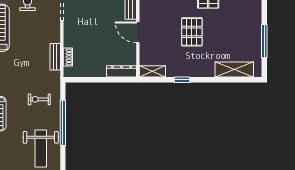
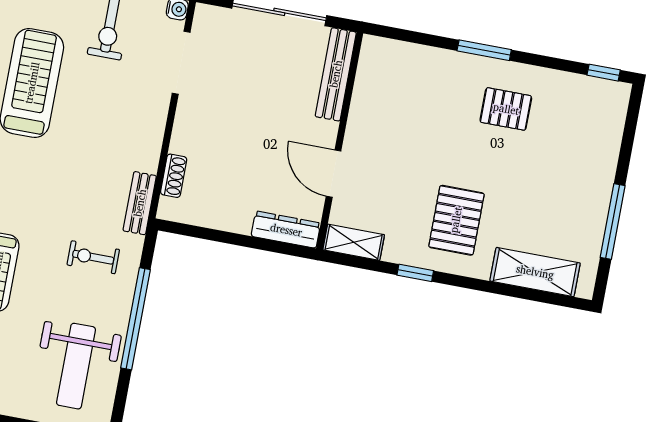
door: (138, 32) -> (334, 174), moved
pallet: (192, 32) -> (456, 220), moved
bench: (55, 57) -> (140, 203), moved

